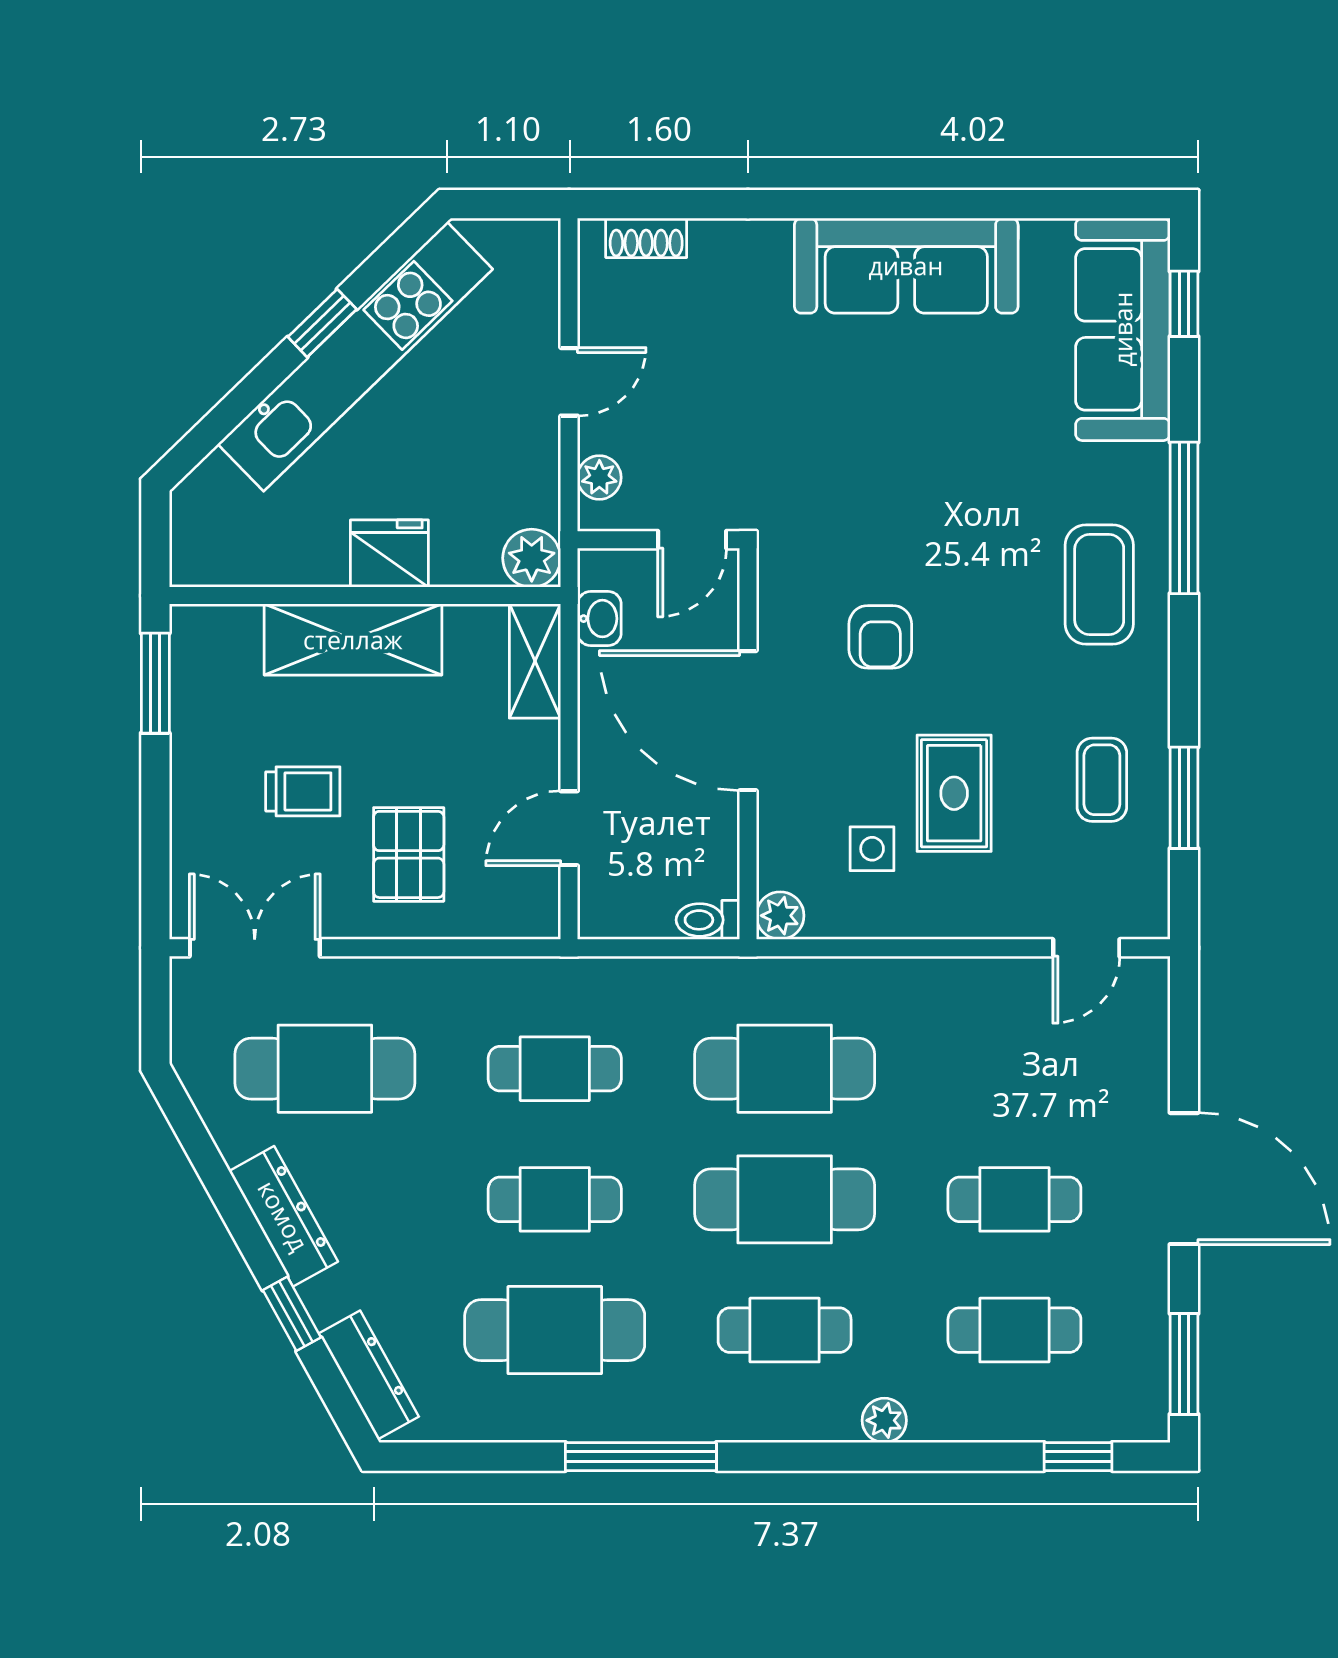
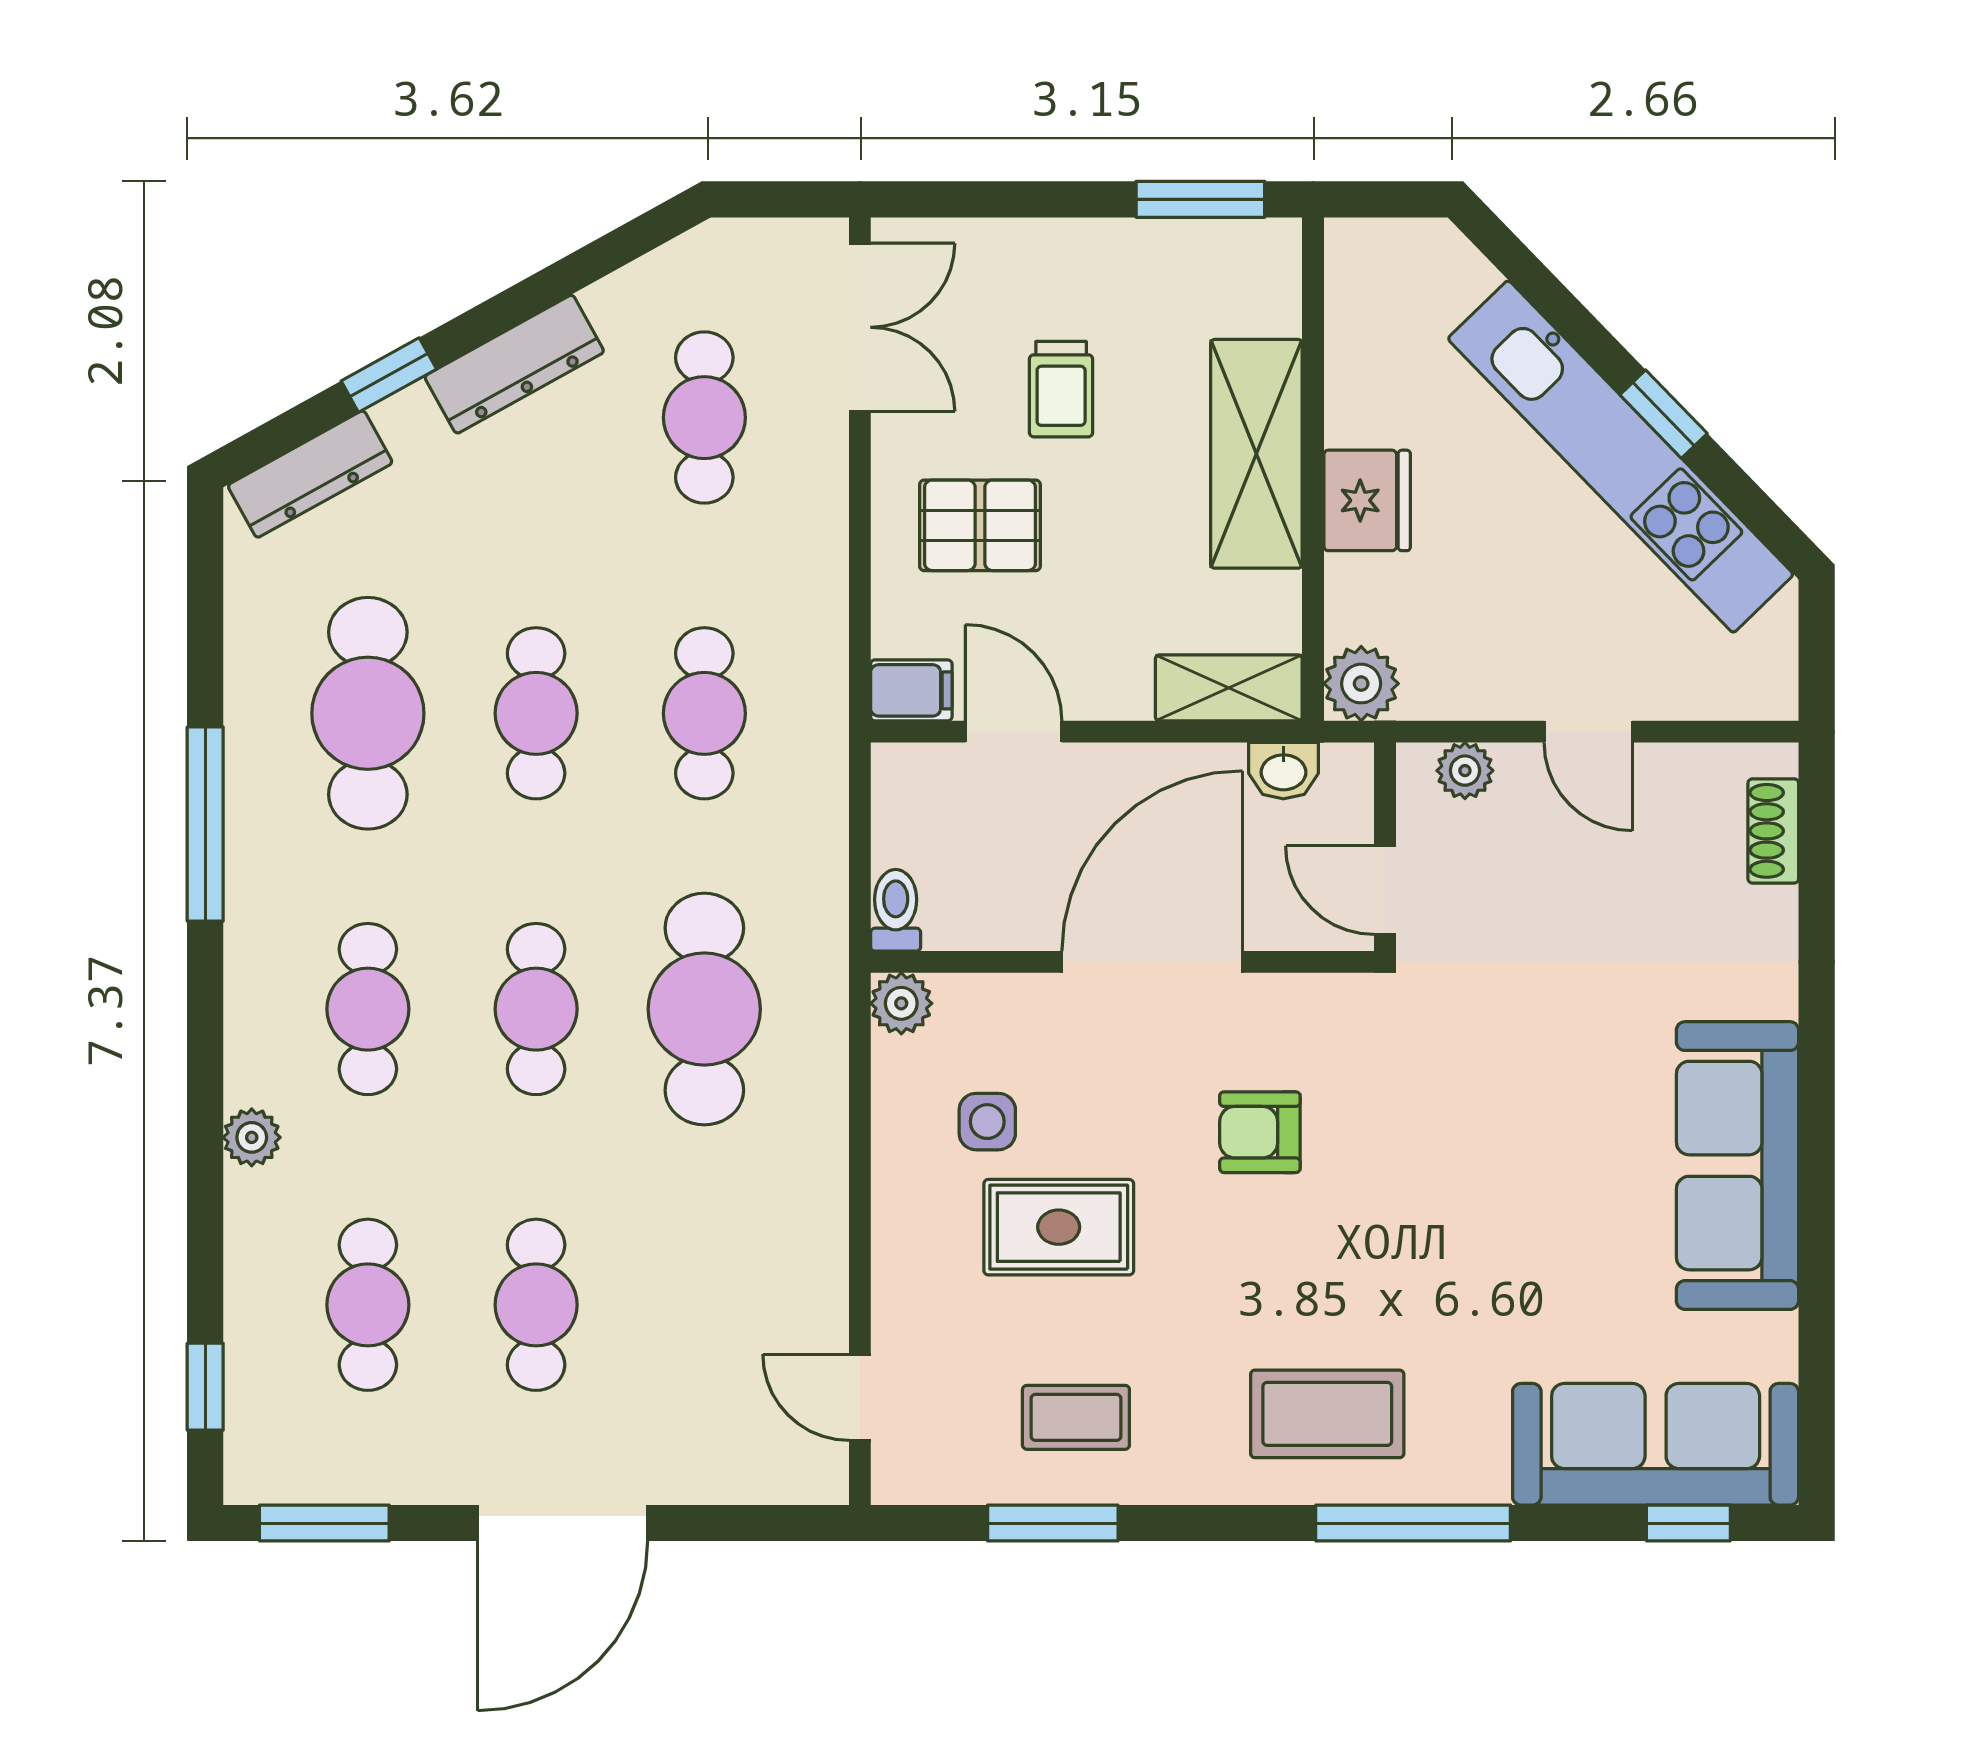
filing cabinet: (537, 908) -> (911, 690), added
cafe table: (325, 1069) -> (704, 418), width x0.73, depth x0.74
cafe table: (785, 1199) -> (536, 1009), width x0.73, depth x0.74

